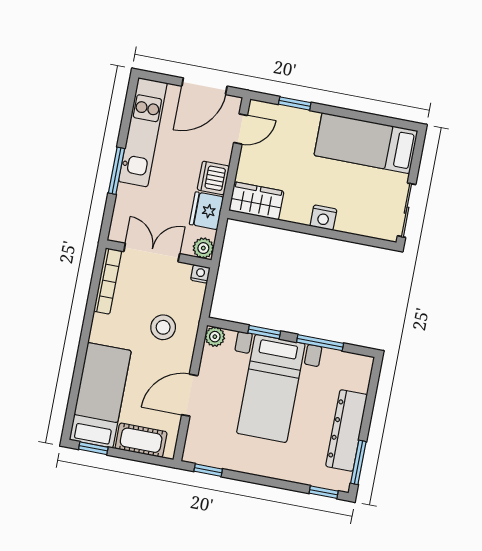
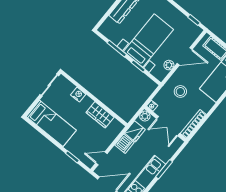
wardrobe: (256, 201) -> (100, 115), moved
nightstand: (323, 218) -> (78, 95), moved
plant: (215, 337) -> (169, 65), moved

